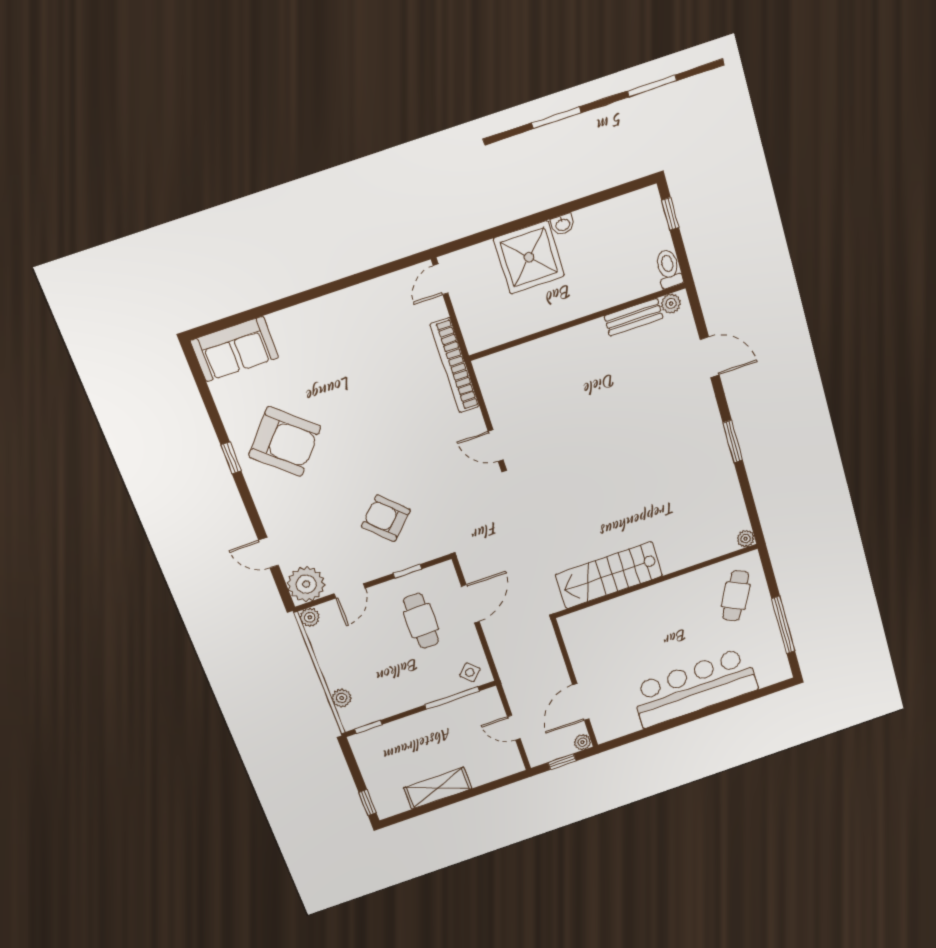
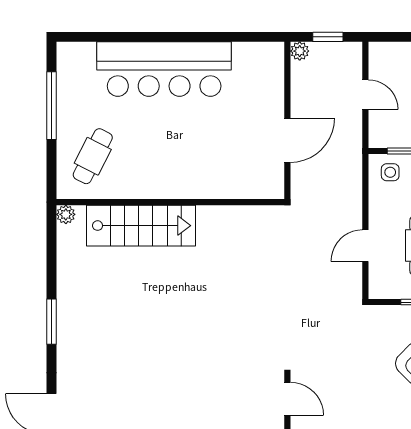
stairs: (609, 575) -> (141, 226), moved
door: (470, 604) -> (365, 246), width x0.73
side table: (470, 672) -> (390, 172), turned 45
door: (581, 702) -> (287, 140), moved

